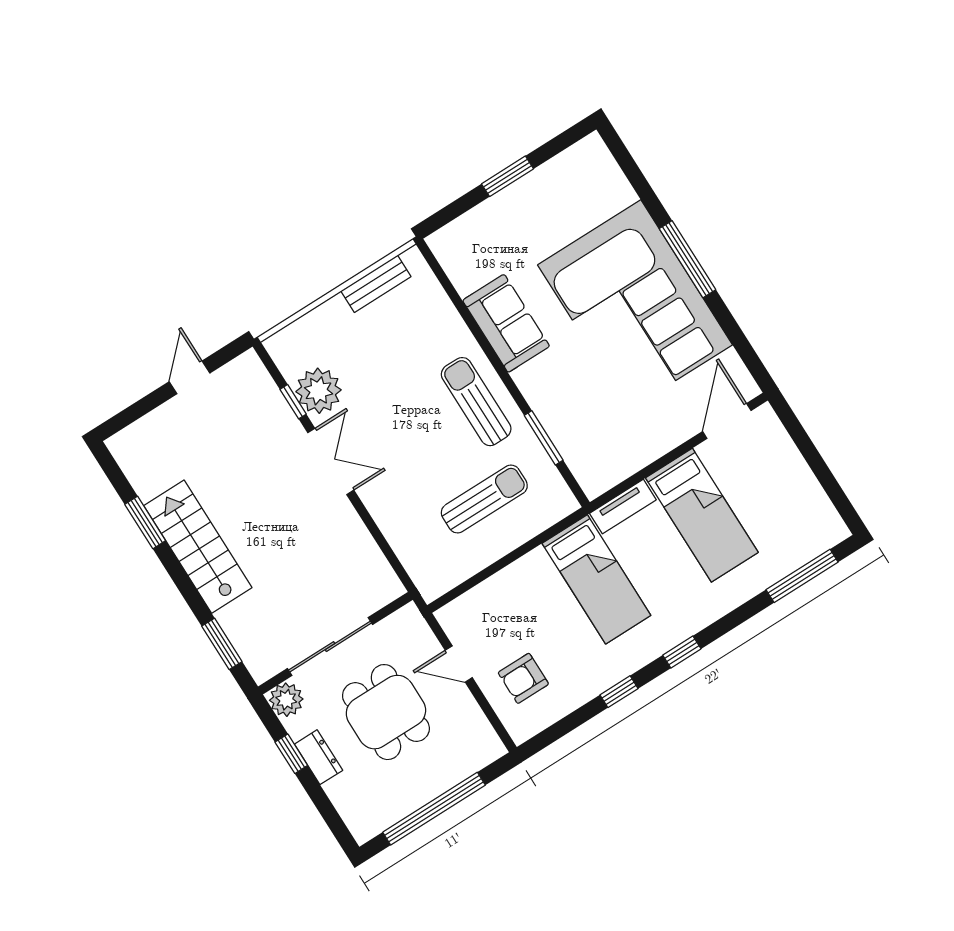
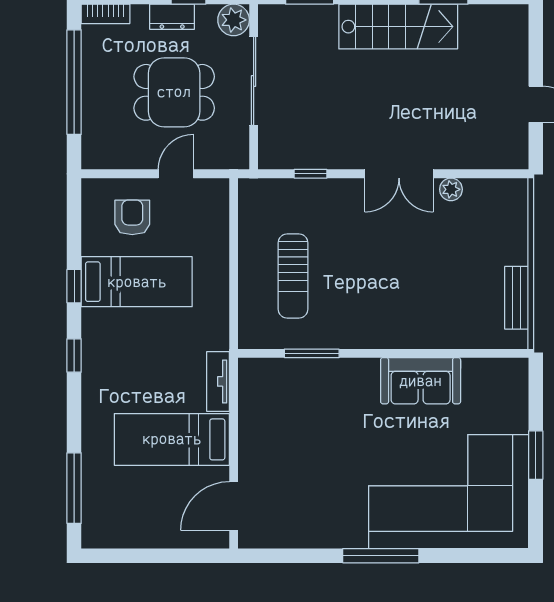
corner sofa: (635, 305) -> (449, 492), moved
plant: (319, 391) -> (451, 189), width x0.53, depth x0.53
window: (293, 402) -> (311, 174), moved
sun lounger: (476, 402) -> (374, 318), removed
door: (727, 421) -> (234, 506), swing flipped
bed: (596, 579) -> (137, 282), moved, turned 180
bookcase: (354, 819) -> (105, 14), added

